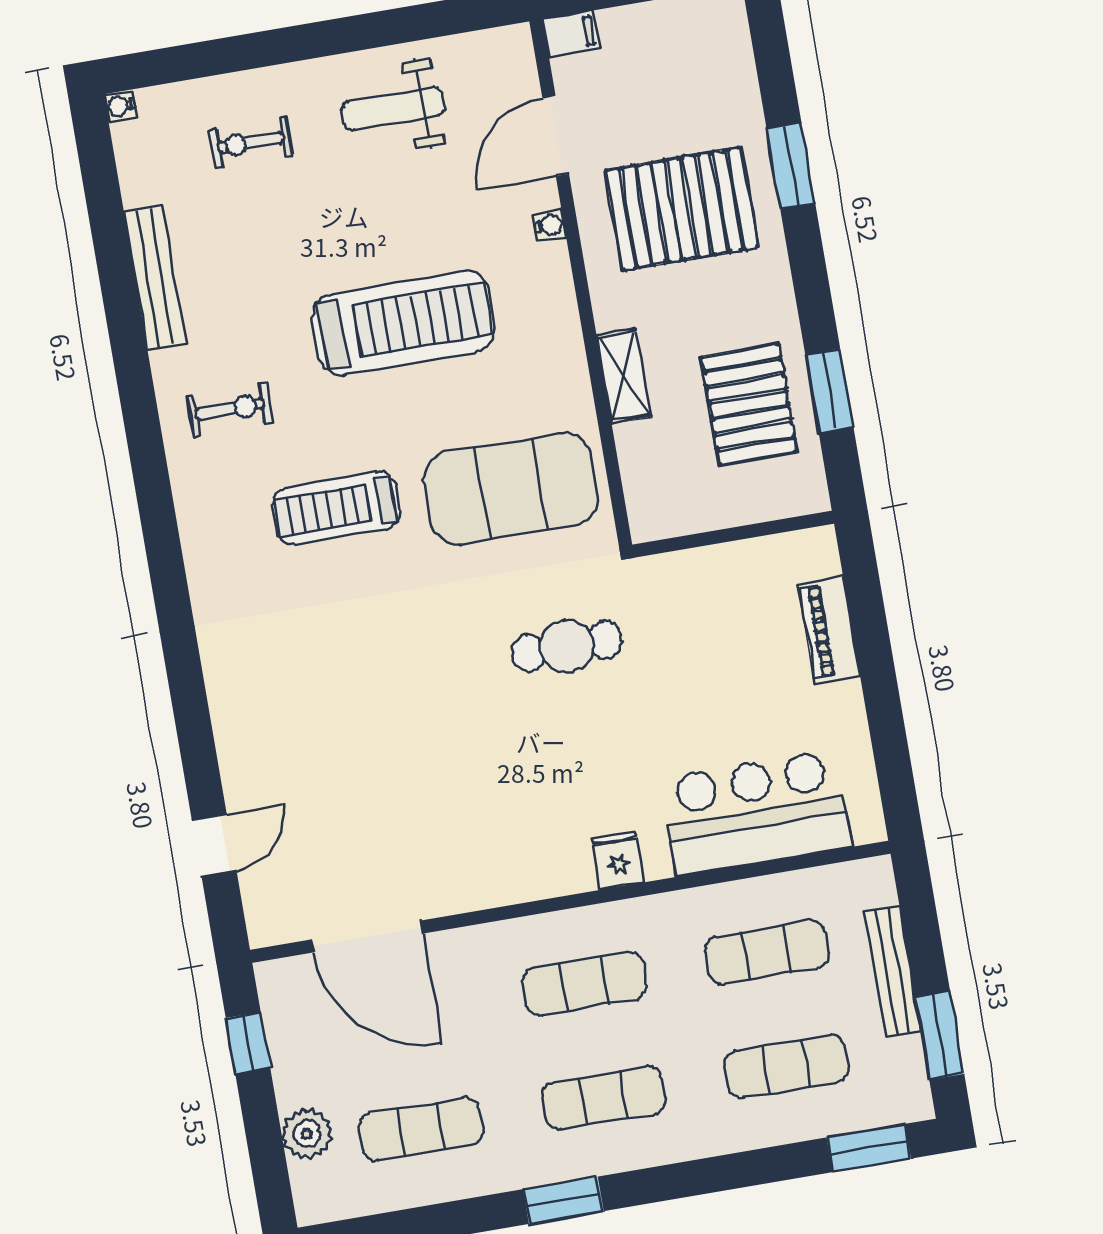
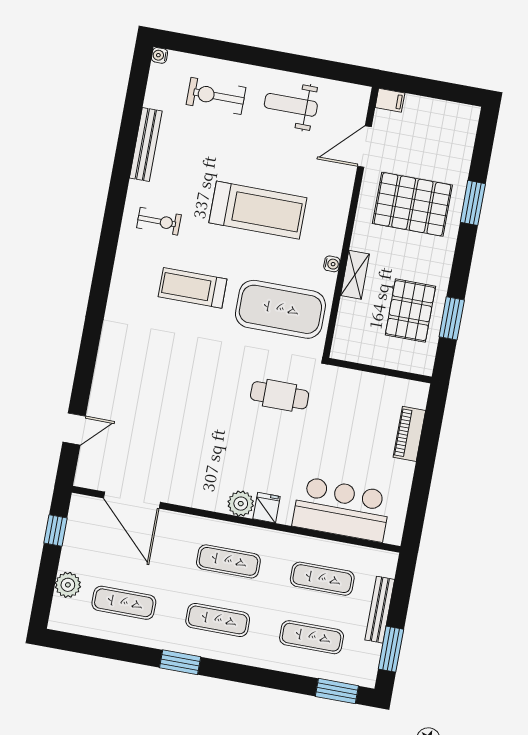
exercise bike: (251, 142) -> (216, 96), width x1.38, depth x1.39
water cooler: (549, 225) -> (332, 264), moved
plant: (568, 870) -> (241, 504), added

